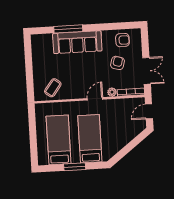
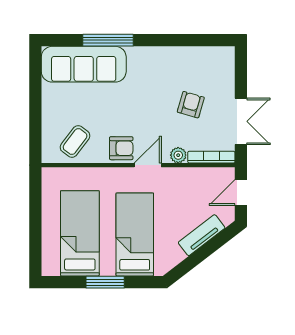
armchair: (122, 40) -> (121, 148), moved
sofa: (77, 42) -> (84, 64), moved
tv unit: (128, 137) -> (202, 235), added

